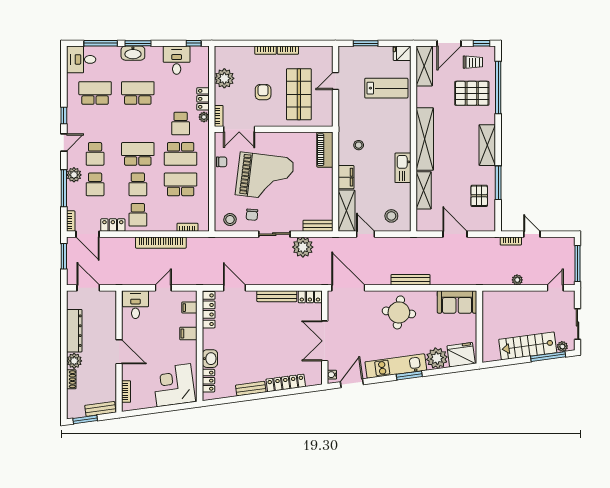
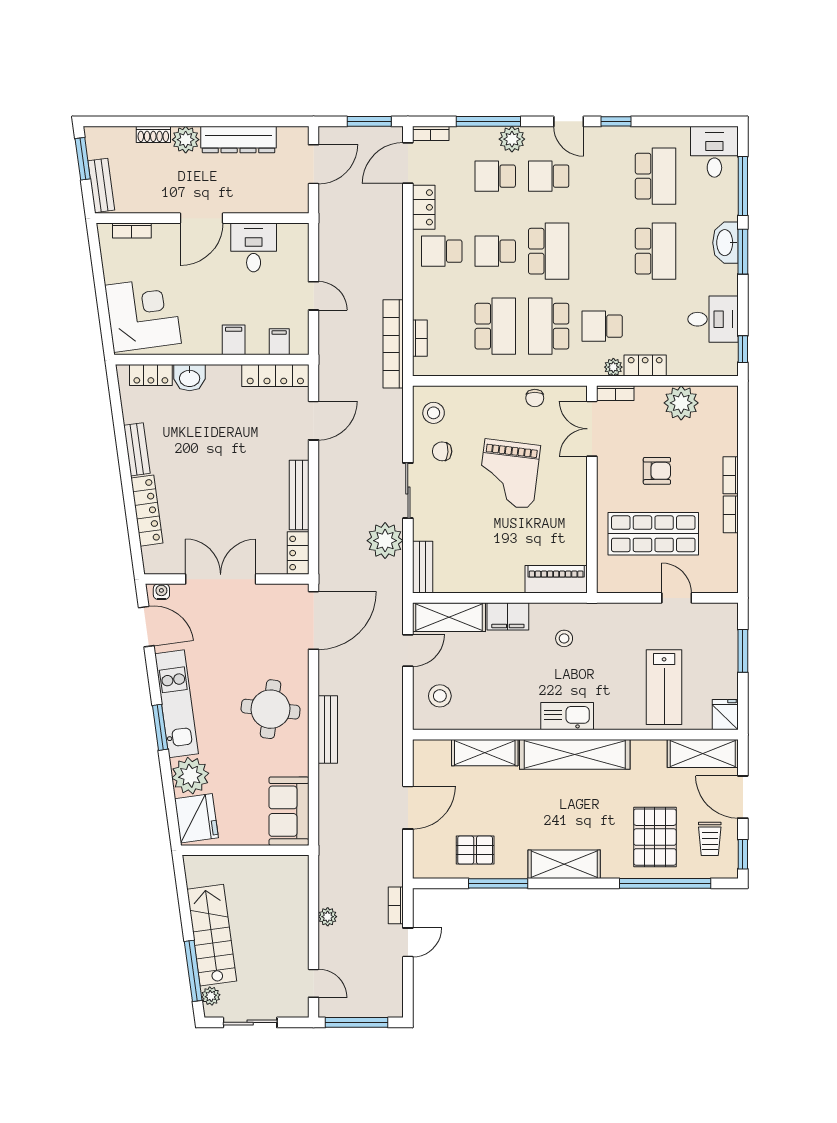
kitchen sink: (403, 168) -> (567, 716), moved
grand piano: (265, 177) -> (509, 474), width x0.73, depth x0.68
bookcase: (161, 243) -> (393, 344), moved
desk: (135, 305) -> (254, 247), moved, turned -90

